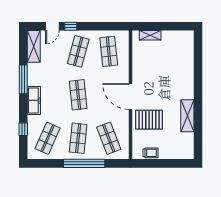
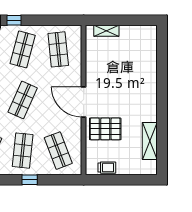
shop shelf: (78, 95) -> (23, 100), turned 30
shelving: (187, 116) -> (150, 141), moved
window: (84, 163) -> (30, 180), width x0.32

